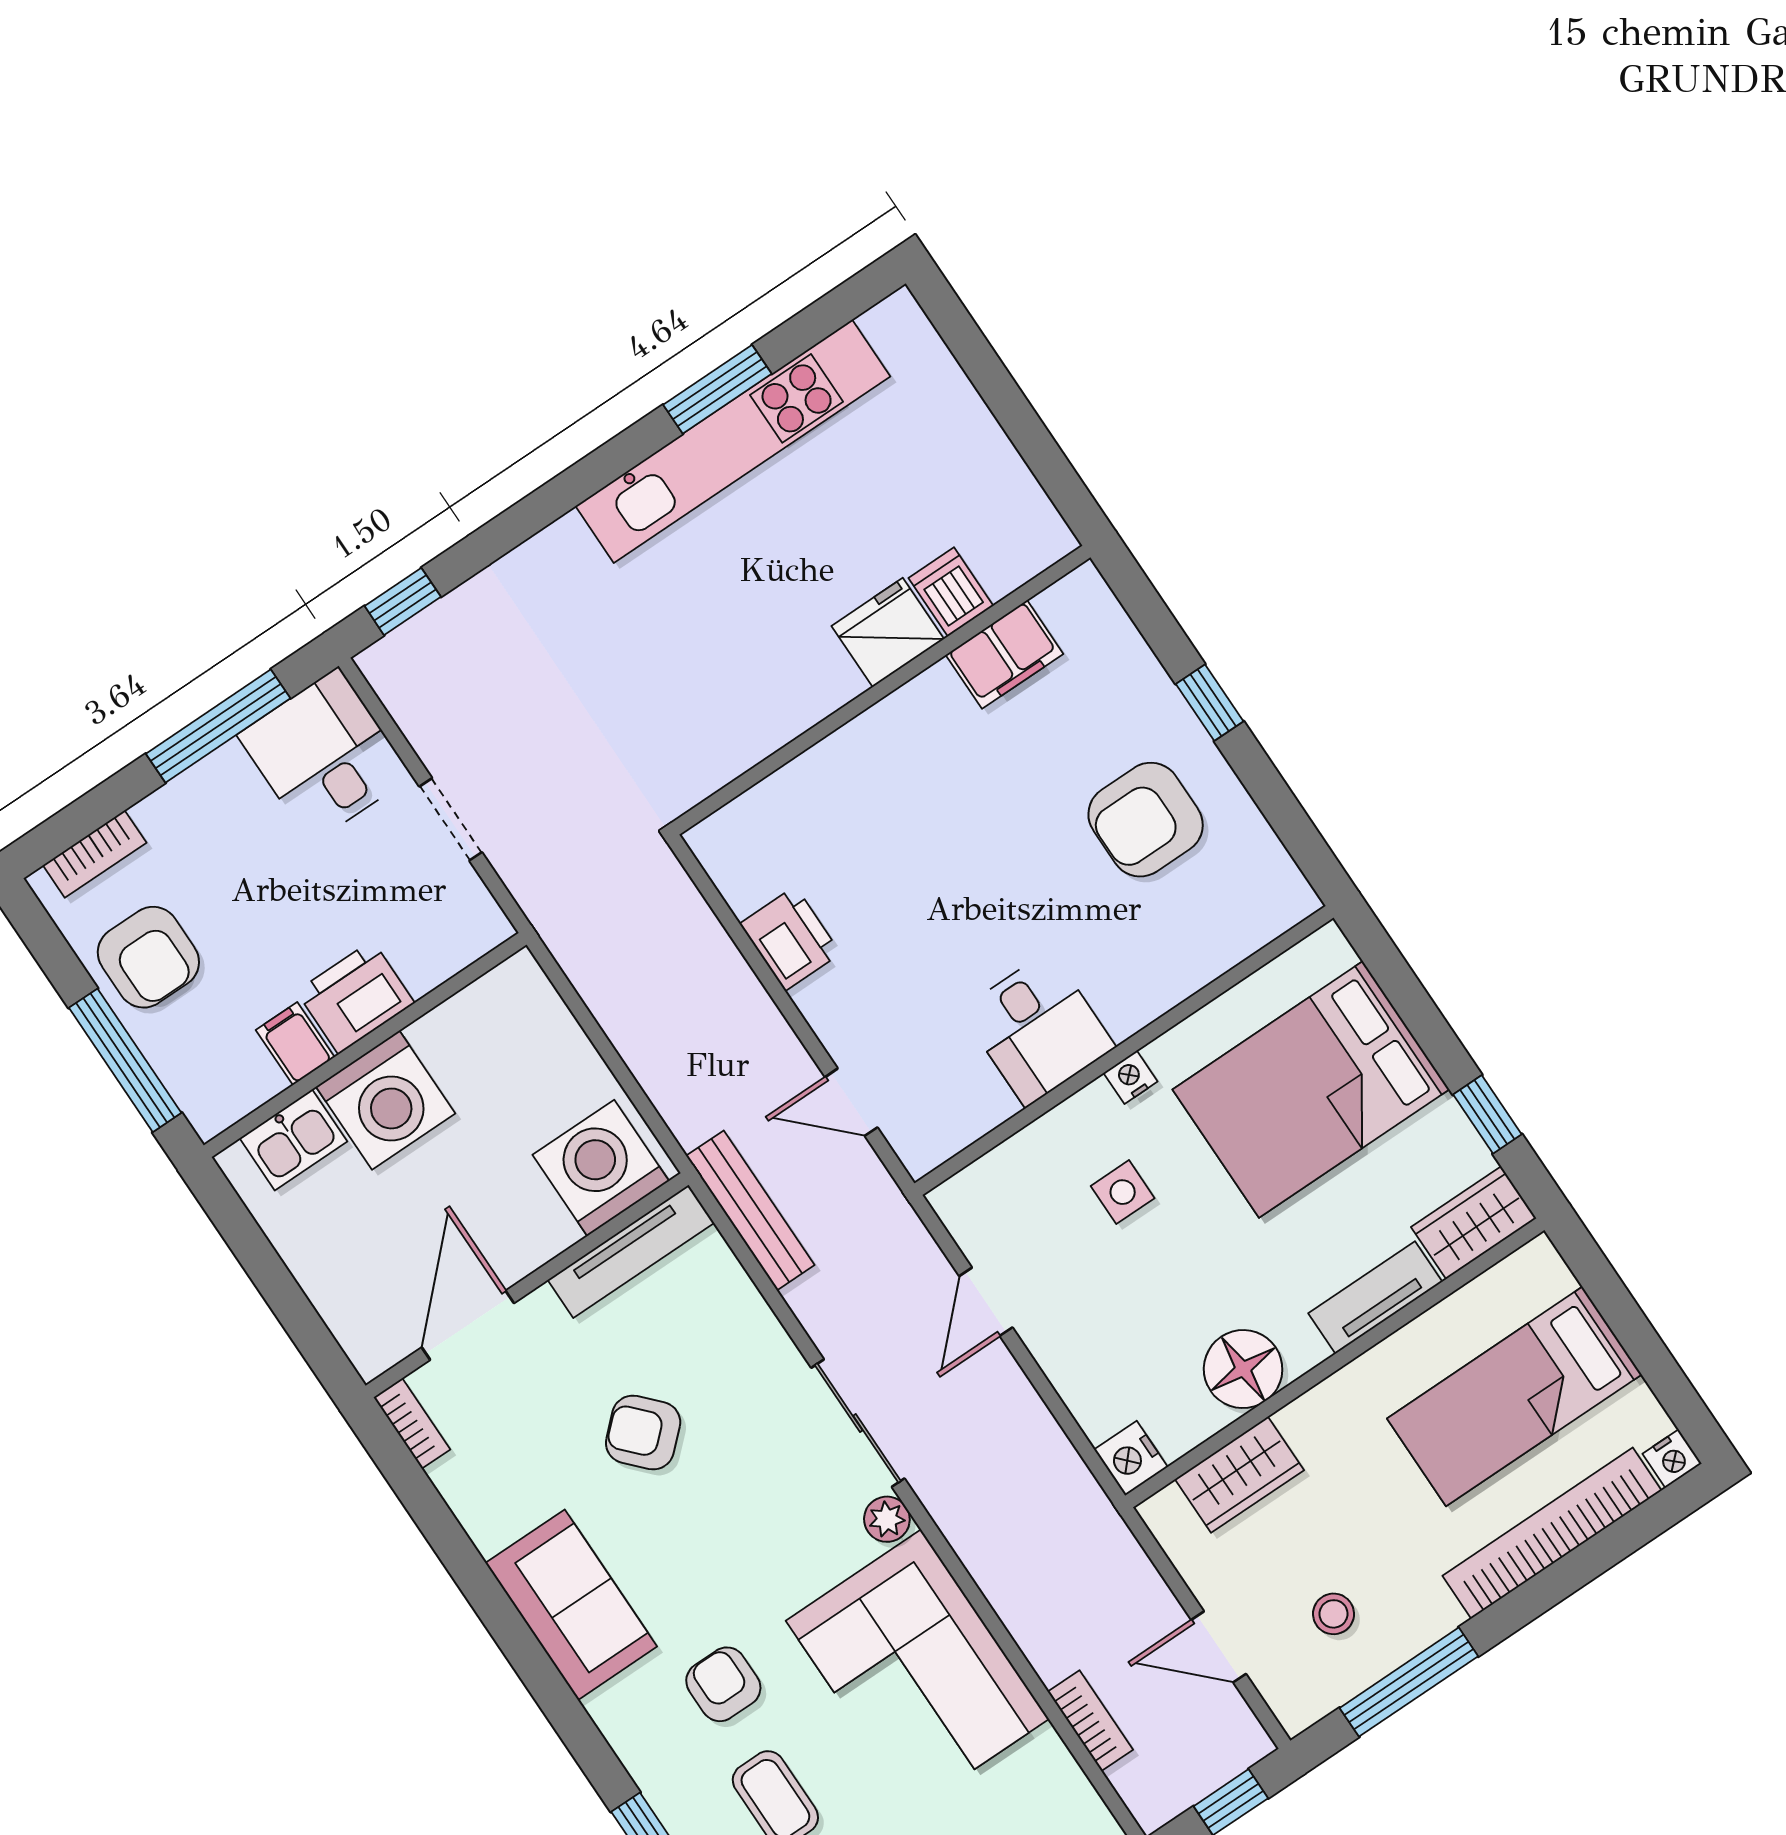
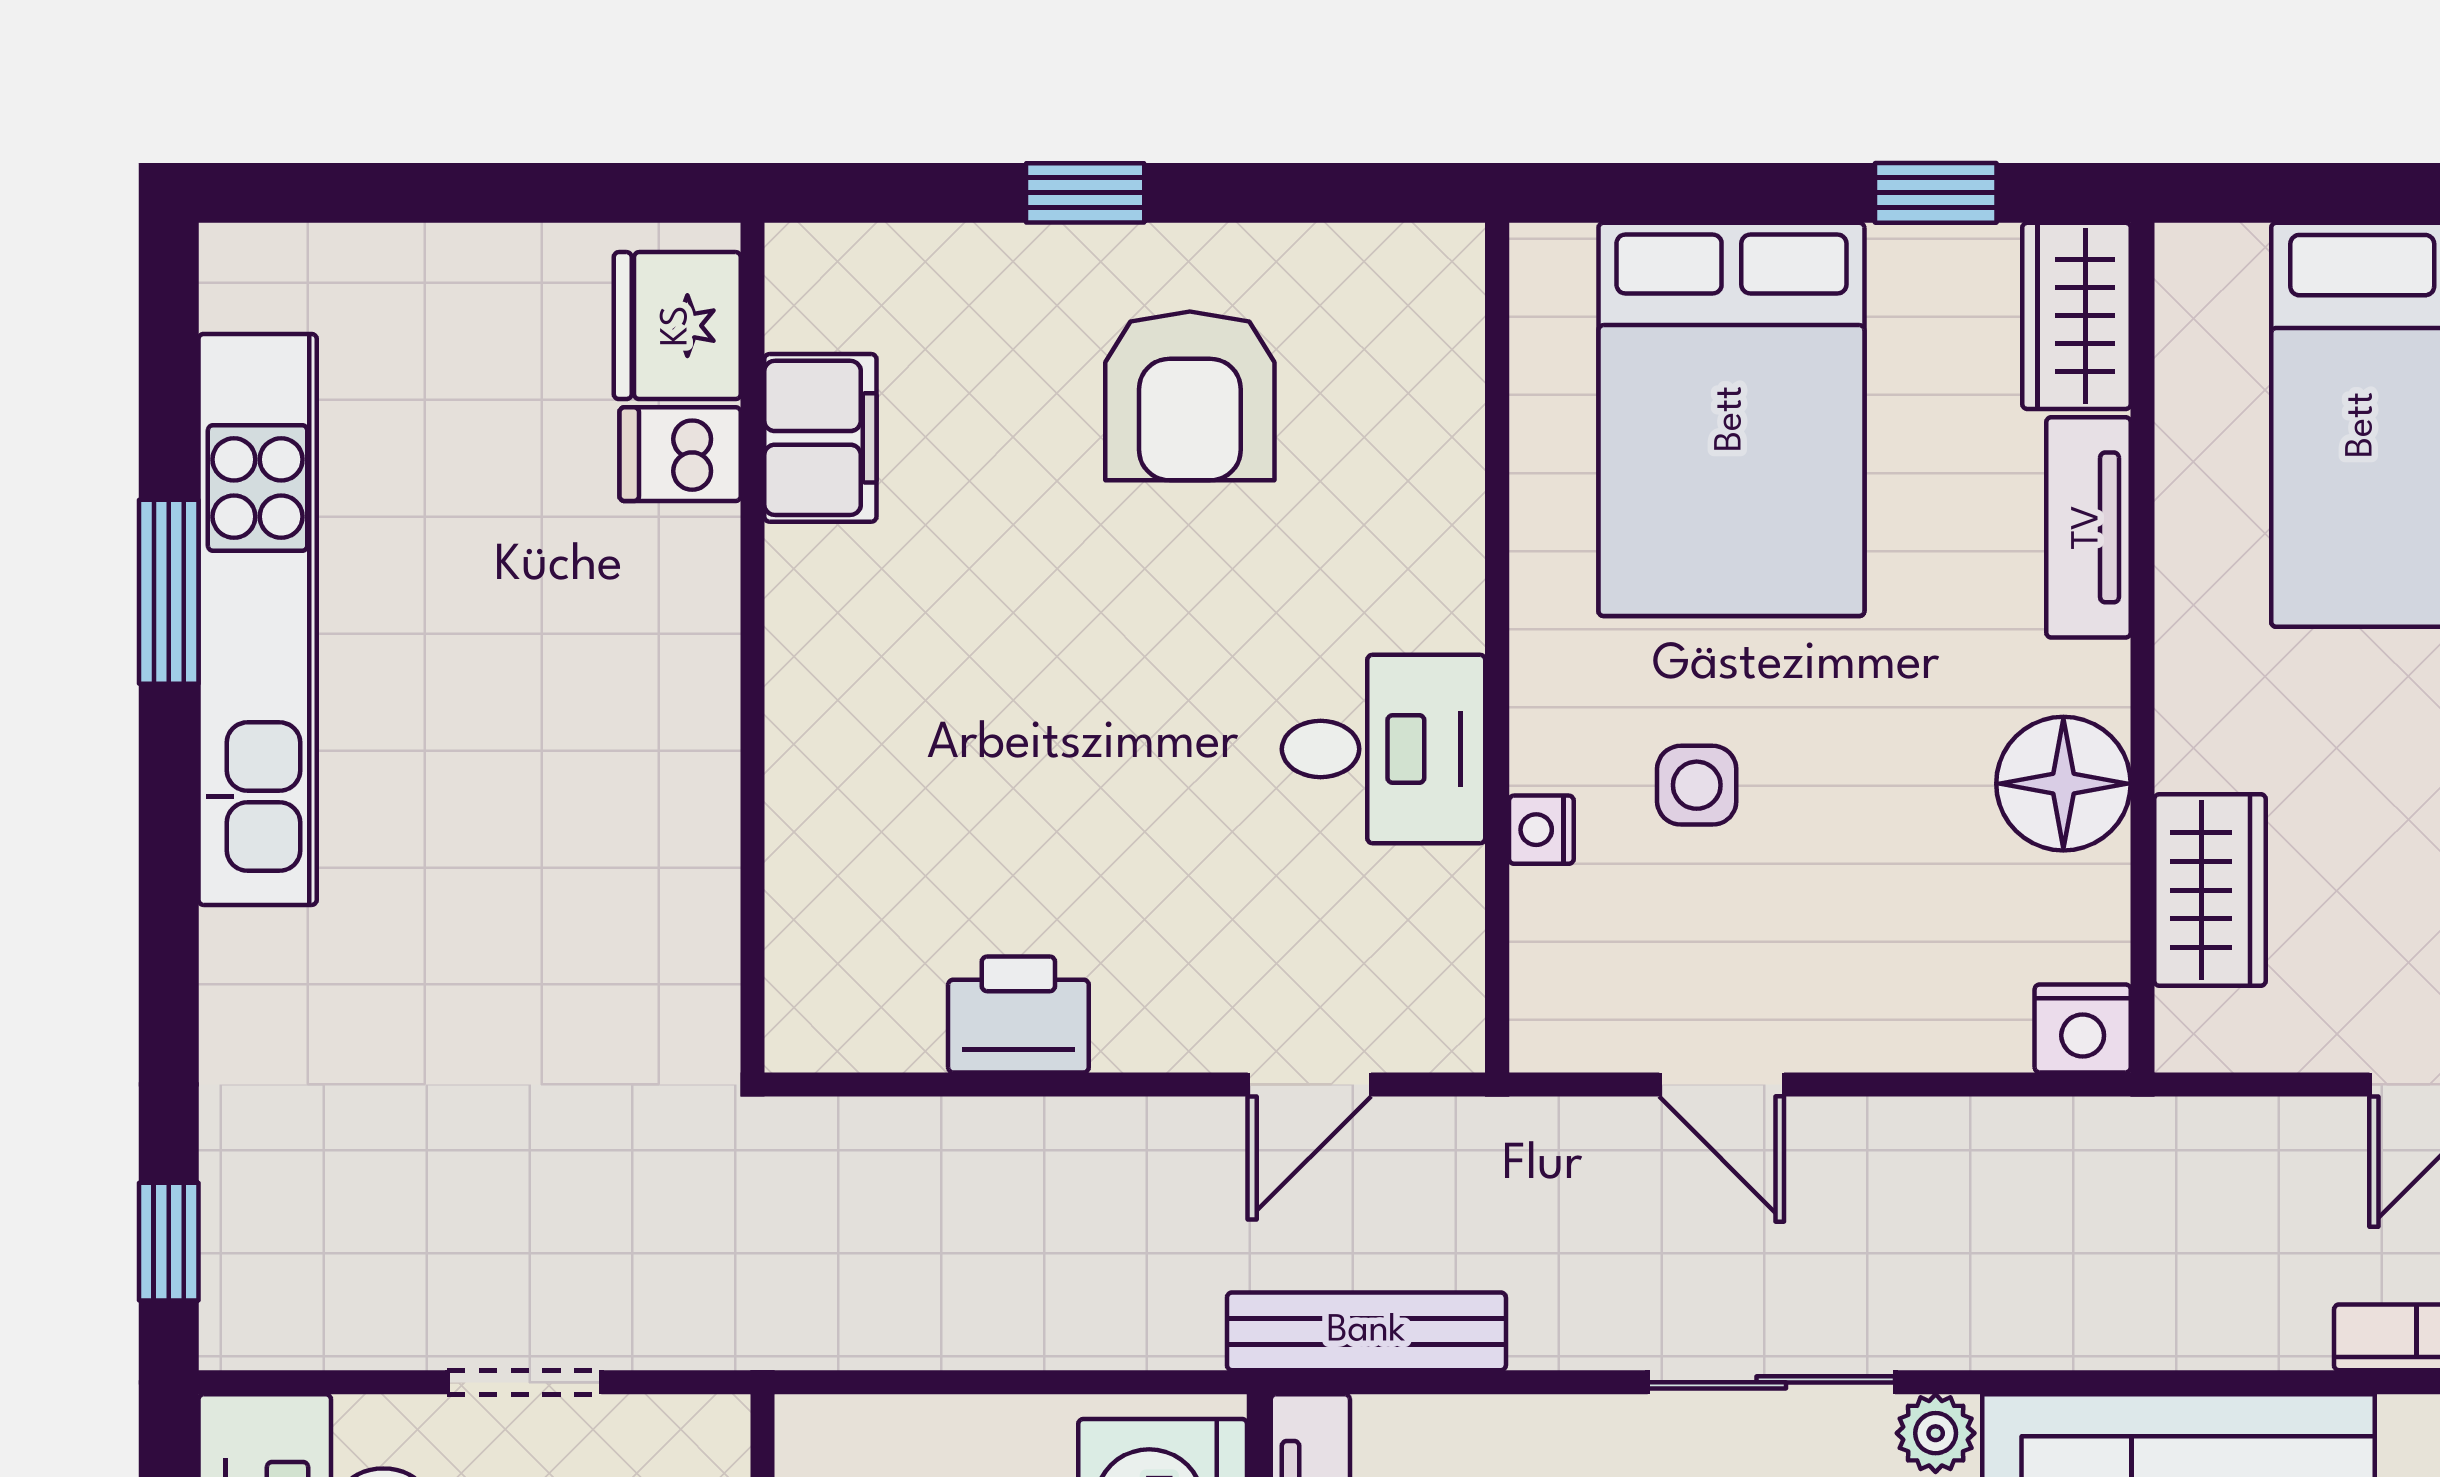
fridge: (888, 632) -> (677, 326), moved
nightstand: (1131, 1077) -> (1541, 830), moved

